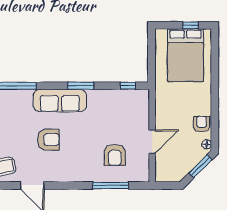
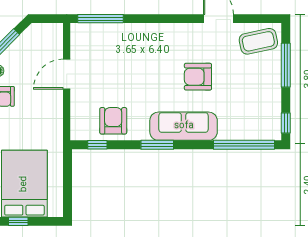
armchair: (115, 155) -> (113, 121), moved
window: (111, 185) -> (101, 19), moved

